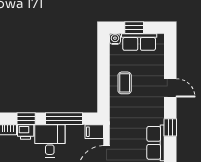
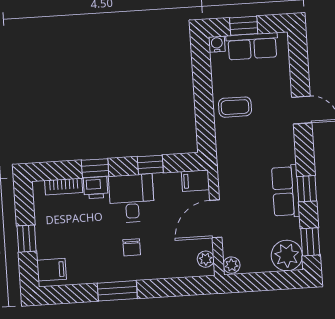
coffee table: (125, 83) -> (235, 107), turned 90
window: (64, 119) -> (150, 165), width x0.46
window: (170, 127) -> (307, 189), moved

